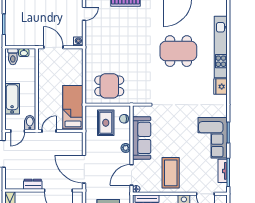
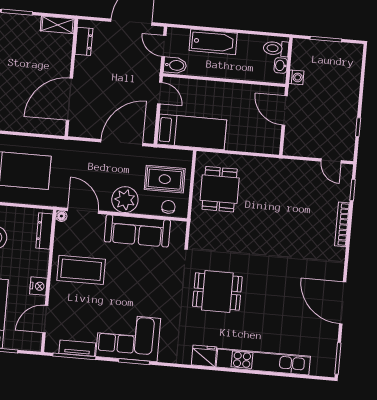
washing machine: (78, 42) -> (296, 77), moved
door: (53, 47) -> (285, 111), swing flipped
dining table: (178, 51) -> (217, 292), moved, width x0.73
plant: (126, 148) -> (125, 200), width x1.87, depth x1.87
door: (84, 169) -> (122, 143), moved
dresser: (33, 184) -> (84, 41), moved

